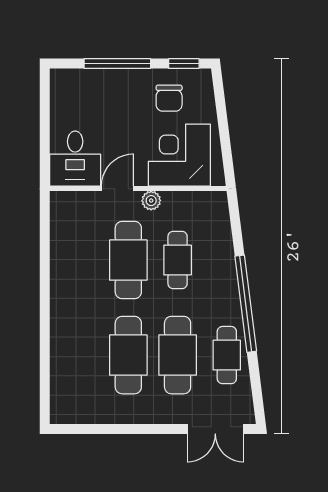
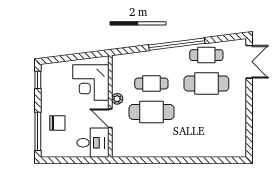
window: (117, 64) -> (38, 131), moved
chair: (169, 98) -> (57, 123), moved
cafe table: (128, 355) -> (206, 112), removed

